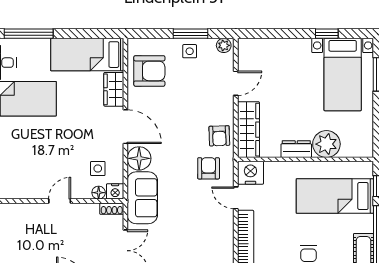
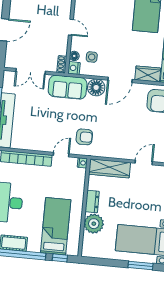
door: (236, 83) -> (144, 162), swing flipped
armchair: (219, 136) -> (107, 147), removed
nightstand: (250, 173) -> (82, 163), width x0.53, depth x0.56

